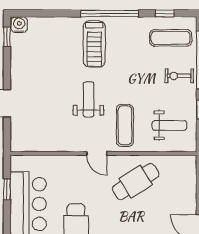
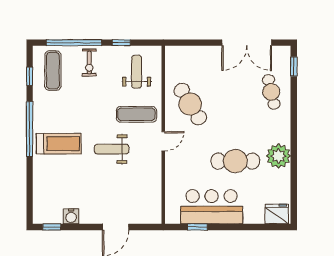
water cooler: (19, 25) -> (71, 216), moved, turned -90

